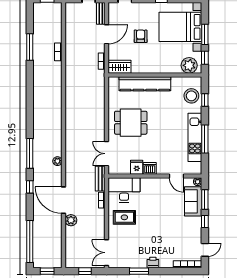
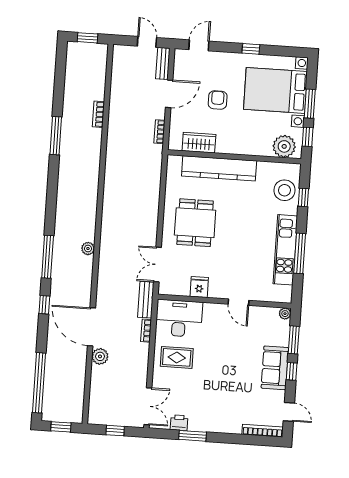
window: (30, 47) -> (56, 136), moved
wardrobe: (119, 67) -> (199, 143), moved
dining table: (131, 123) -> (195, 223), turned 90
plant: (57, 161) -> (88, 249), moved
dishwasher: (150, 168) -> (218, 290), removed
door: (177, 176) -> (238, 302), moved
sofa: (193, 201) -> (275, 368), moved
door: (205, 250) -> (289, 412), hinge flipped
double door: (107, 253) -> (148, 406), swing flipped
printer: (153, 263) -> (179, 423), moved

